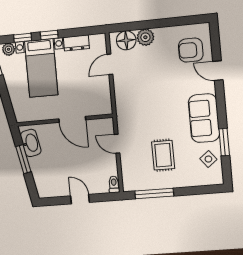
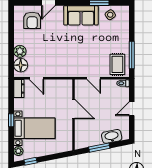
window: (23, 38) -> (11, 140), removed
dresser: (76, 43) -> (19, 88), moved
door: (72, 119) -> (74, 109), hinge flipped
washbasin: (31, 143) -> (112, 136), moved
door: (117, 144) -> (94, 78), hinge flipped
rug: (163, 155) -> (117, 64), moved, turned 90

